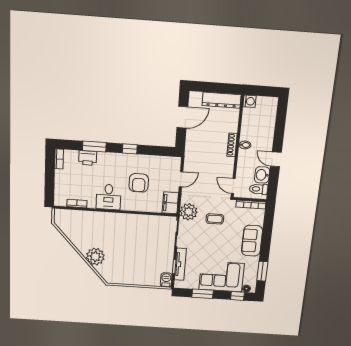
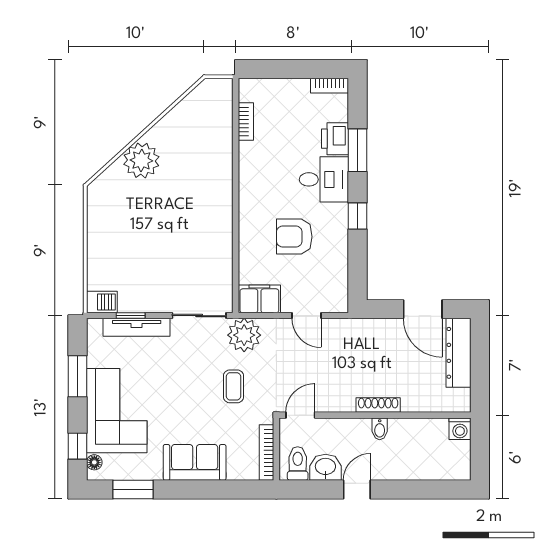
dresser: (222, 100) -> (458, 353), moved
desk: (108, 197) -> (324, 179), moved, turned 180

